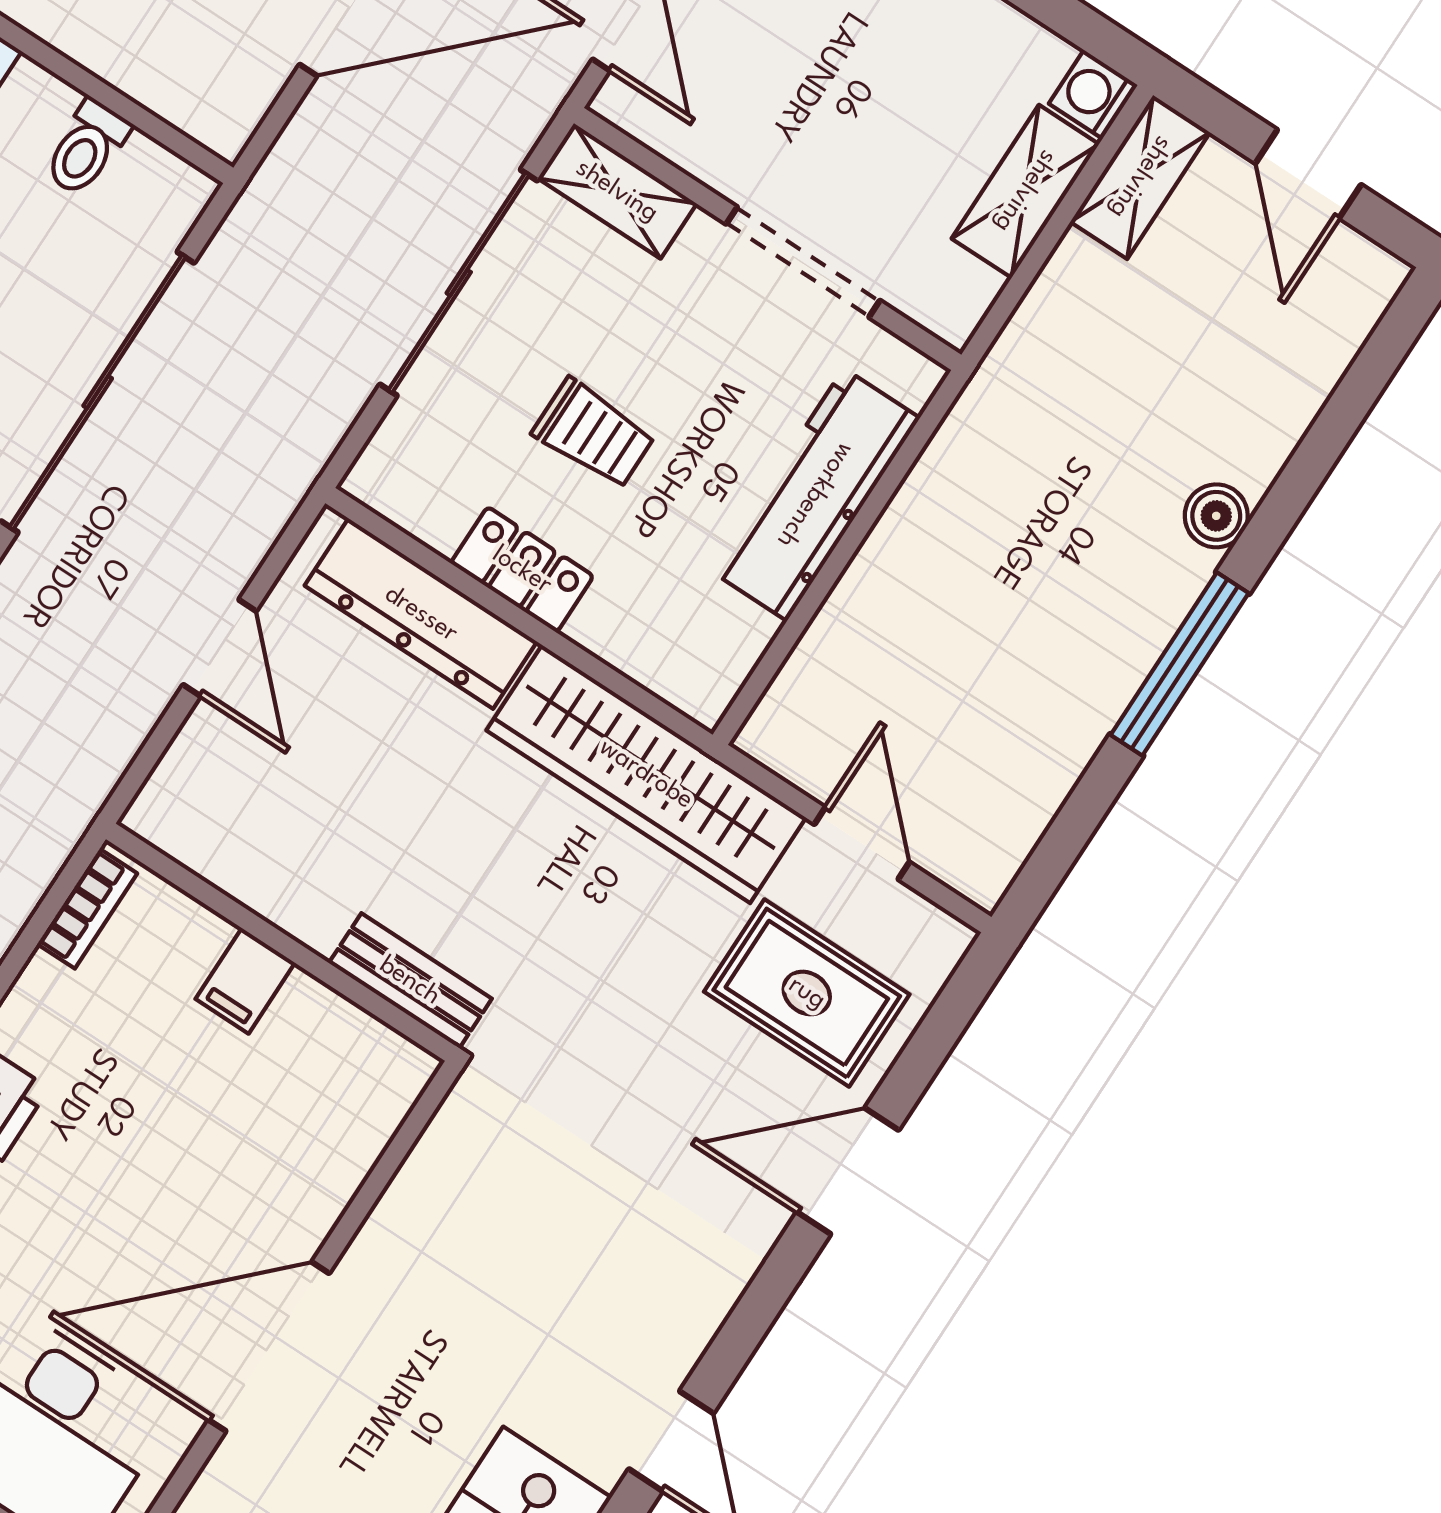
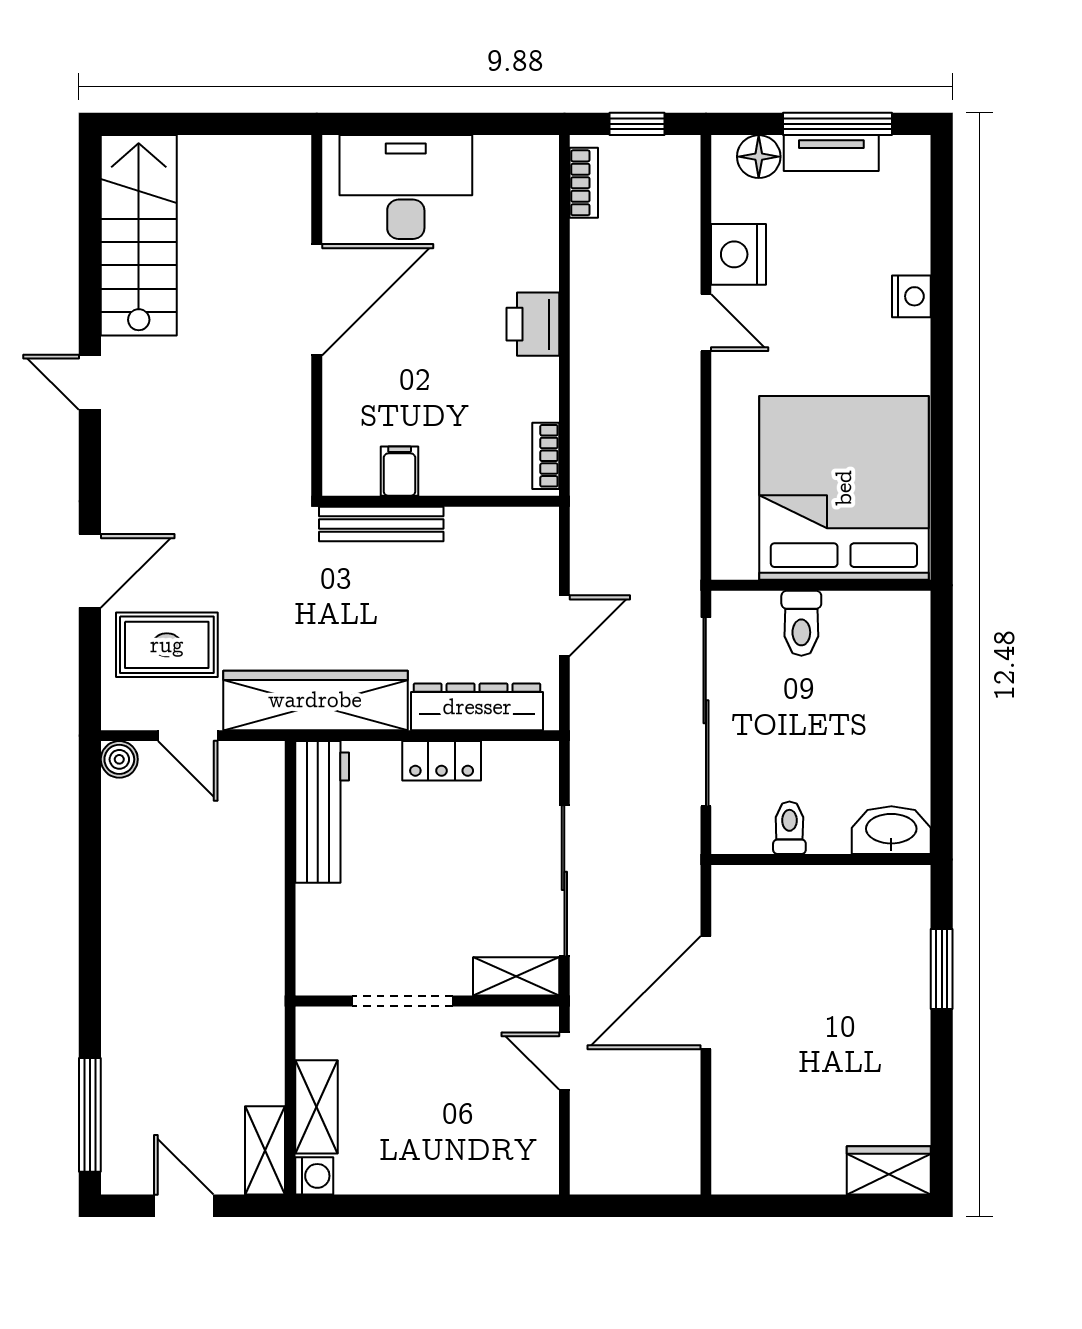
trolley: (594, 434) -> (450, 850), removed
workbench: (815, 495) -> (322, 812), moved
boiler: (1216, 516) -> (119, 759), moved
door: (220, 648) -> (564, 626), swing flipped
window: (1180, 664) -> (90, 1115), moved
filing cabinet: (245, 981) -> (400, 471), moved
bench: (410, 981) -> (381, 524), width x1.36

